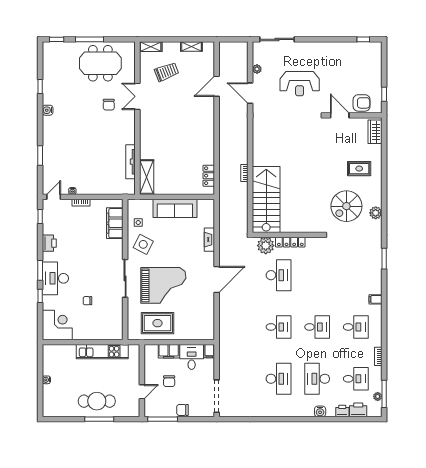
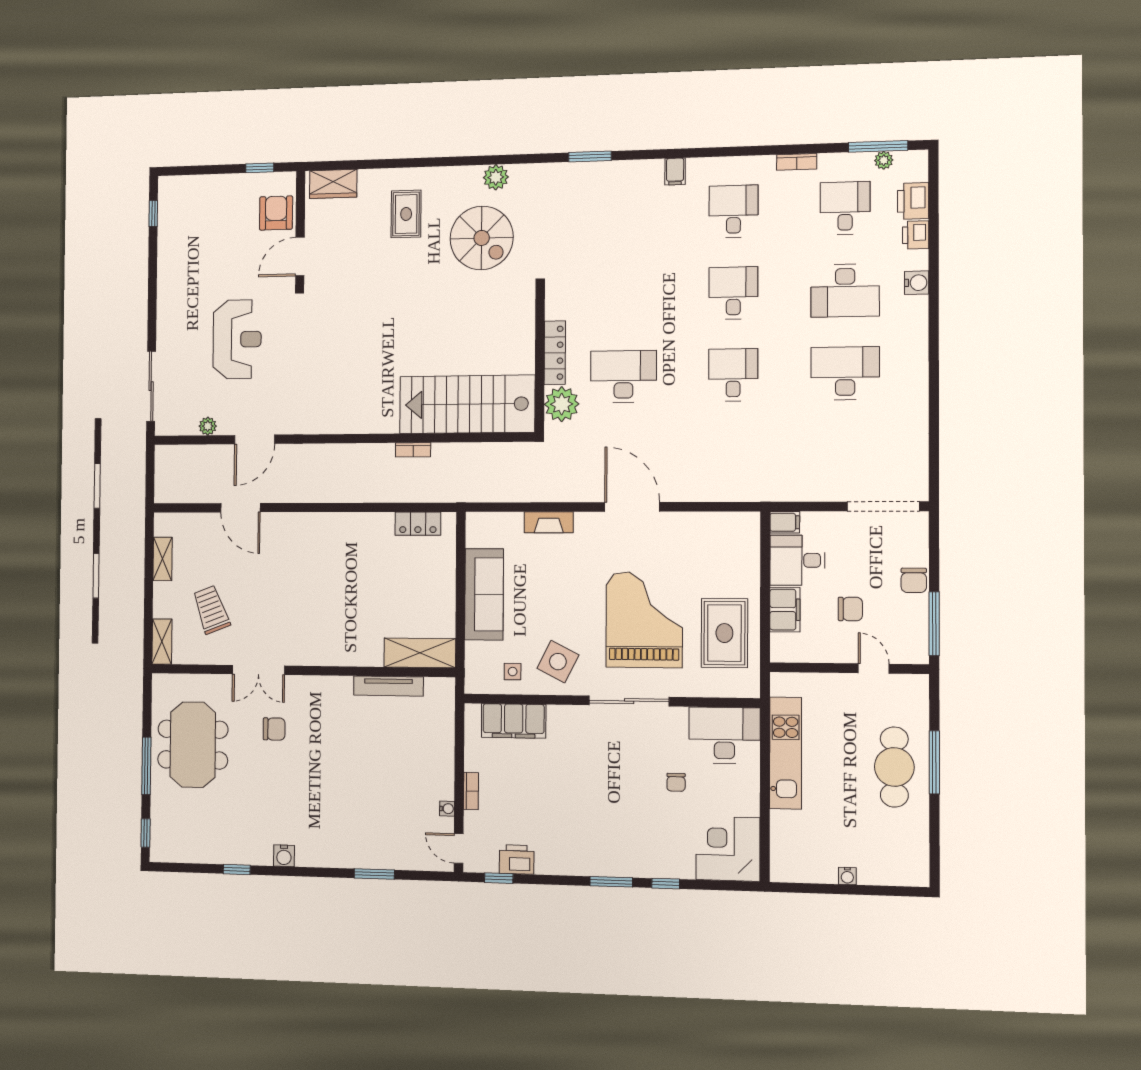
printer: (49, 243) -> (517, 859), moved
desk: (55, 278) -> (724, 735), moved, turned 180

